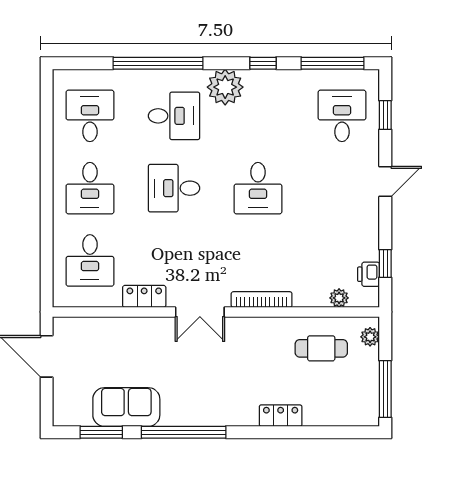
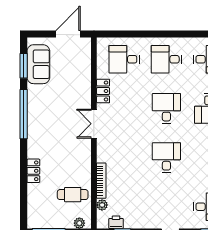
desk: (258, 188) -> (166, 158), turned 90
bookcase: (262, 300) -> (101, 181), moved
cafe table: (321, 348) -> (73, 195), turned 90
sofa: (126, 407) -> (38, 64), moved

